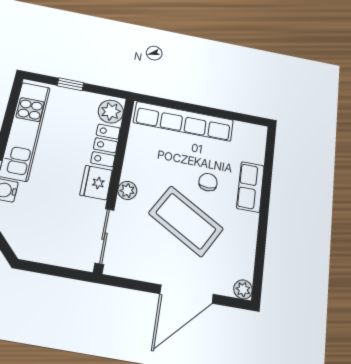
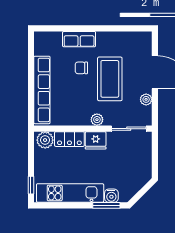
window: (70, 84) -> (31, 185), moved
coffee table: (186, 221) -> (110, 79), turned -30
plant: (243, 289) -> (146, 99), moved

